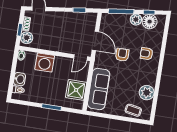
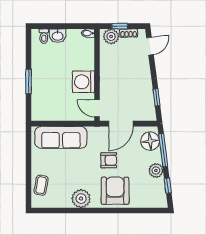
floor lamp: (150, 22) -> (150, 141), moved
armchair: (147, 54) -> (115, 191), width x1.88, depth x1.88
washing machine: (45, 63) -> (83, 82), moved
shower: (76, 90) -> (55, 109), removed
plant: (147, 93) -> (81, 199), moved

